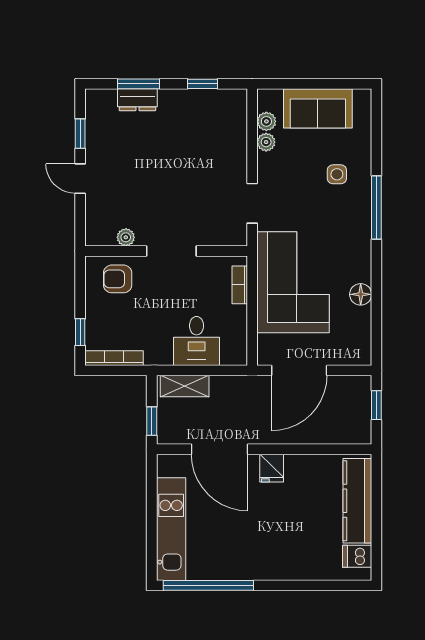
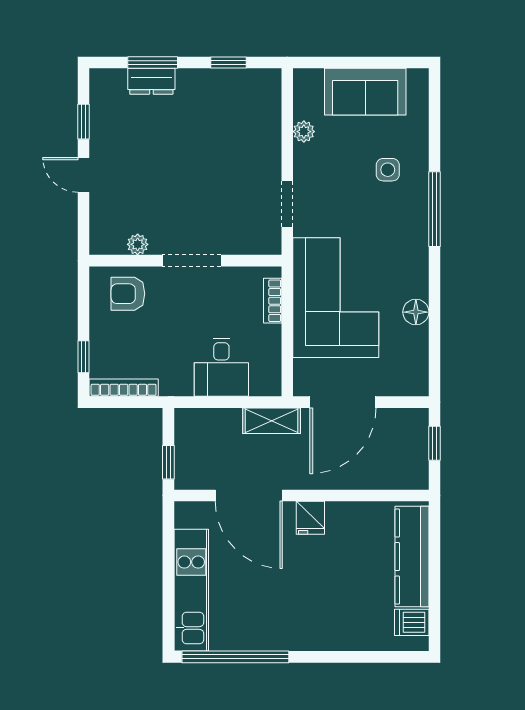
plant: (266, 121) -> (304, 107), removed
shelving: (185, 386) -> (272, 421), moved

